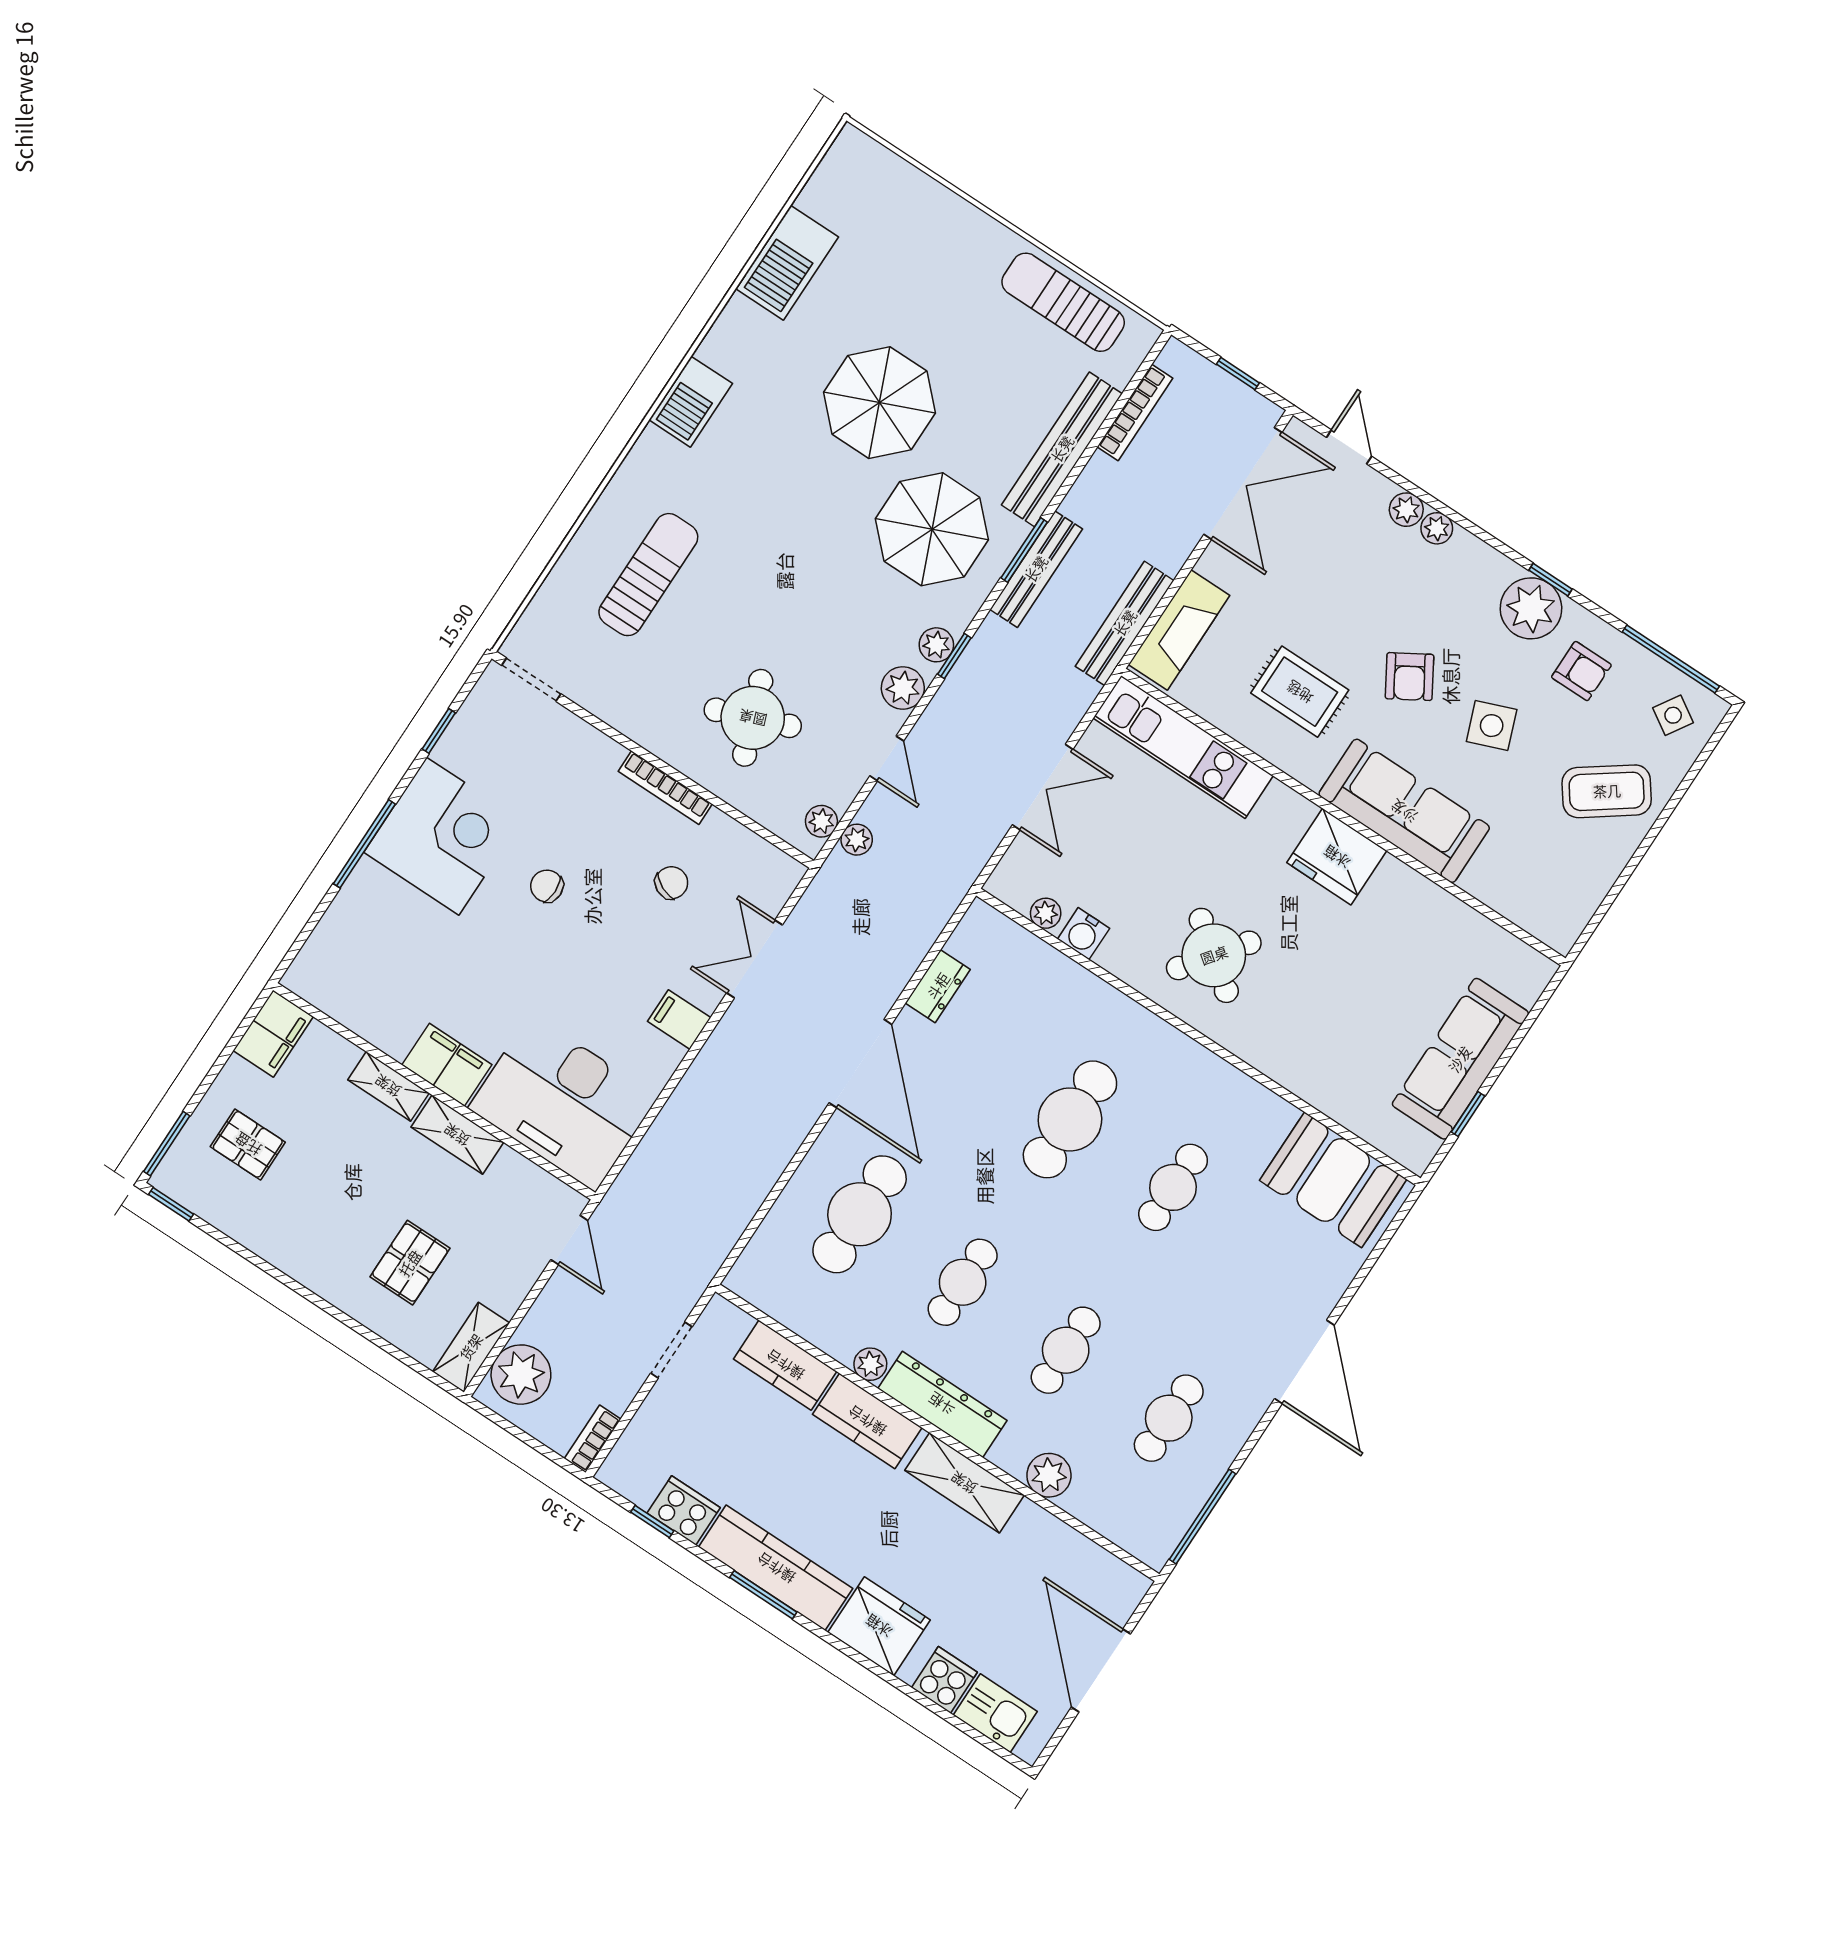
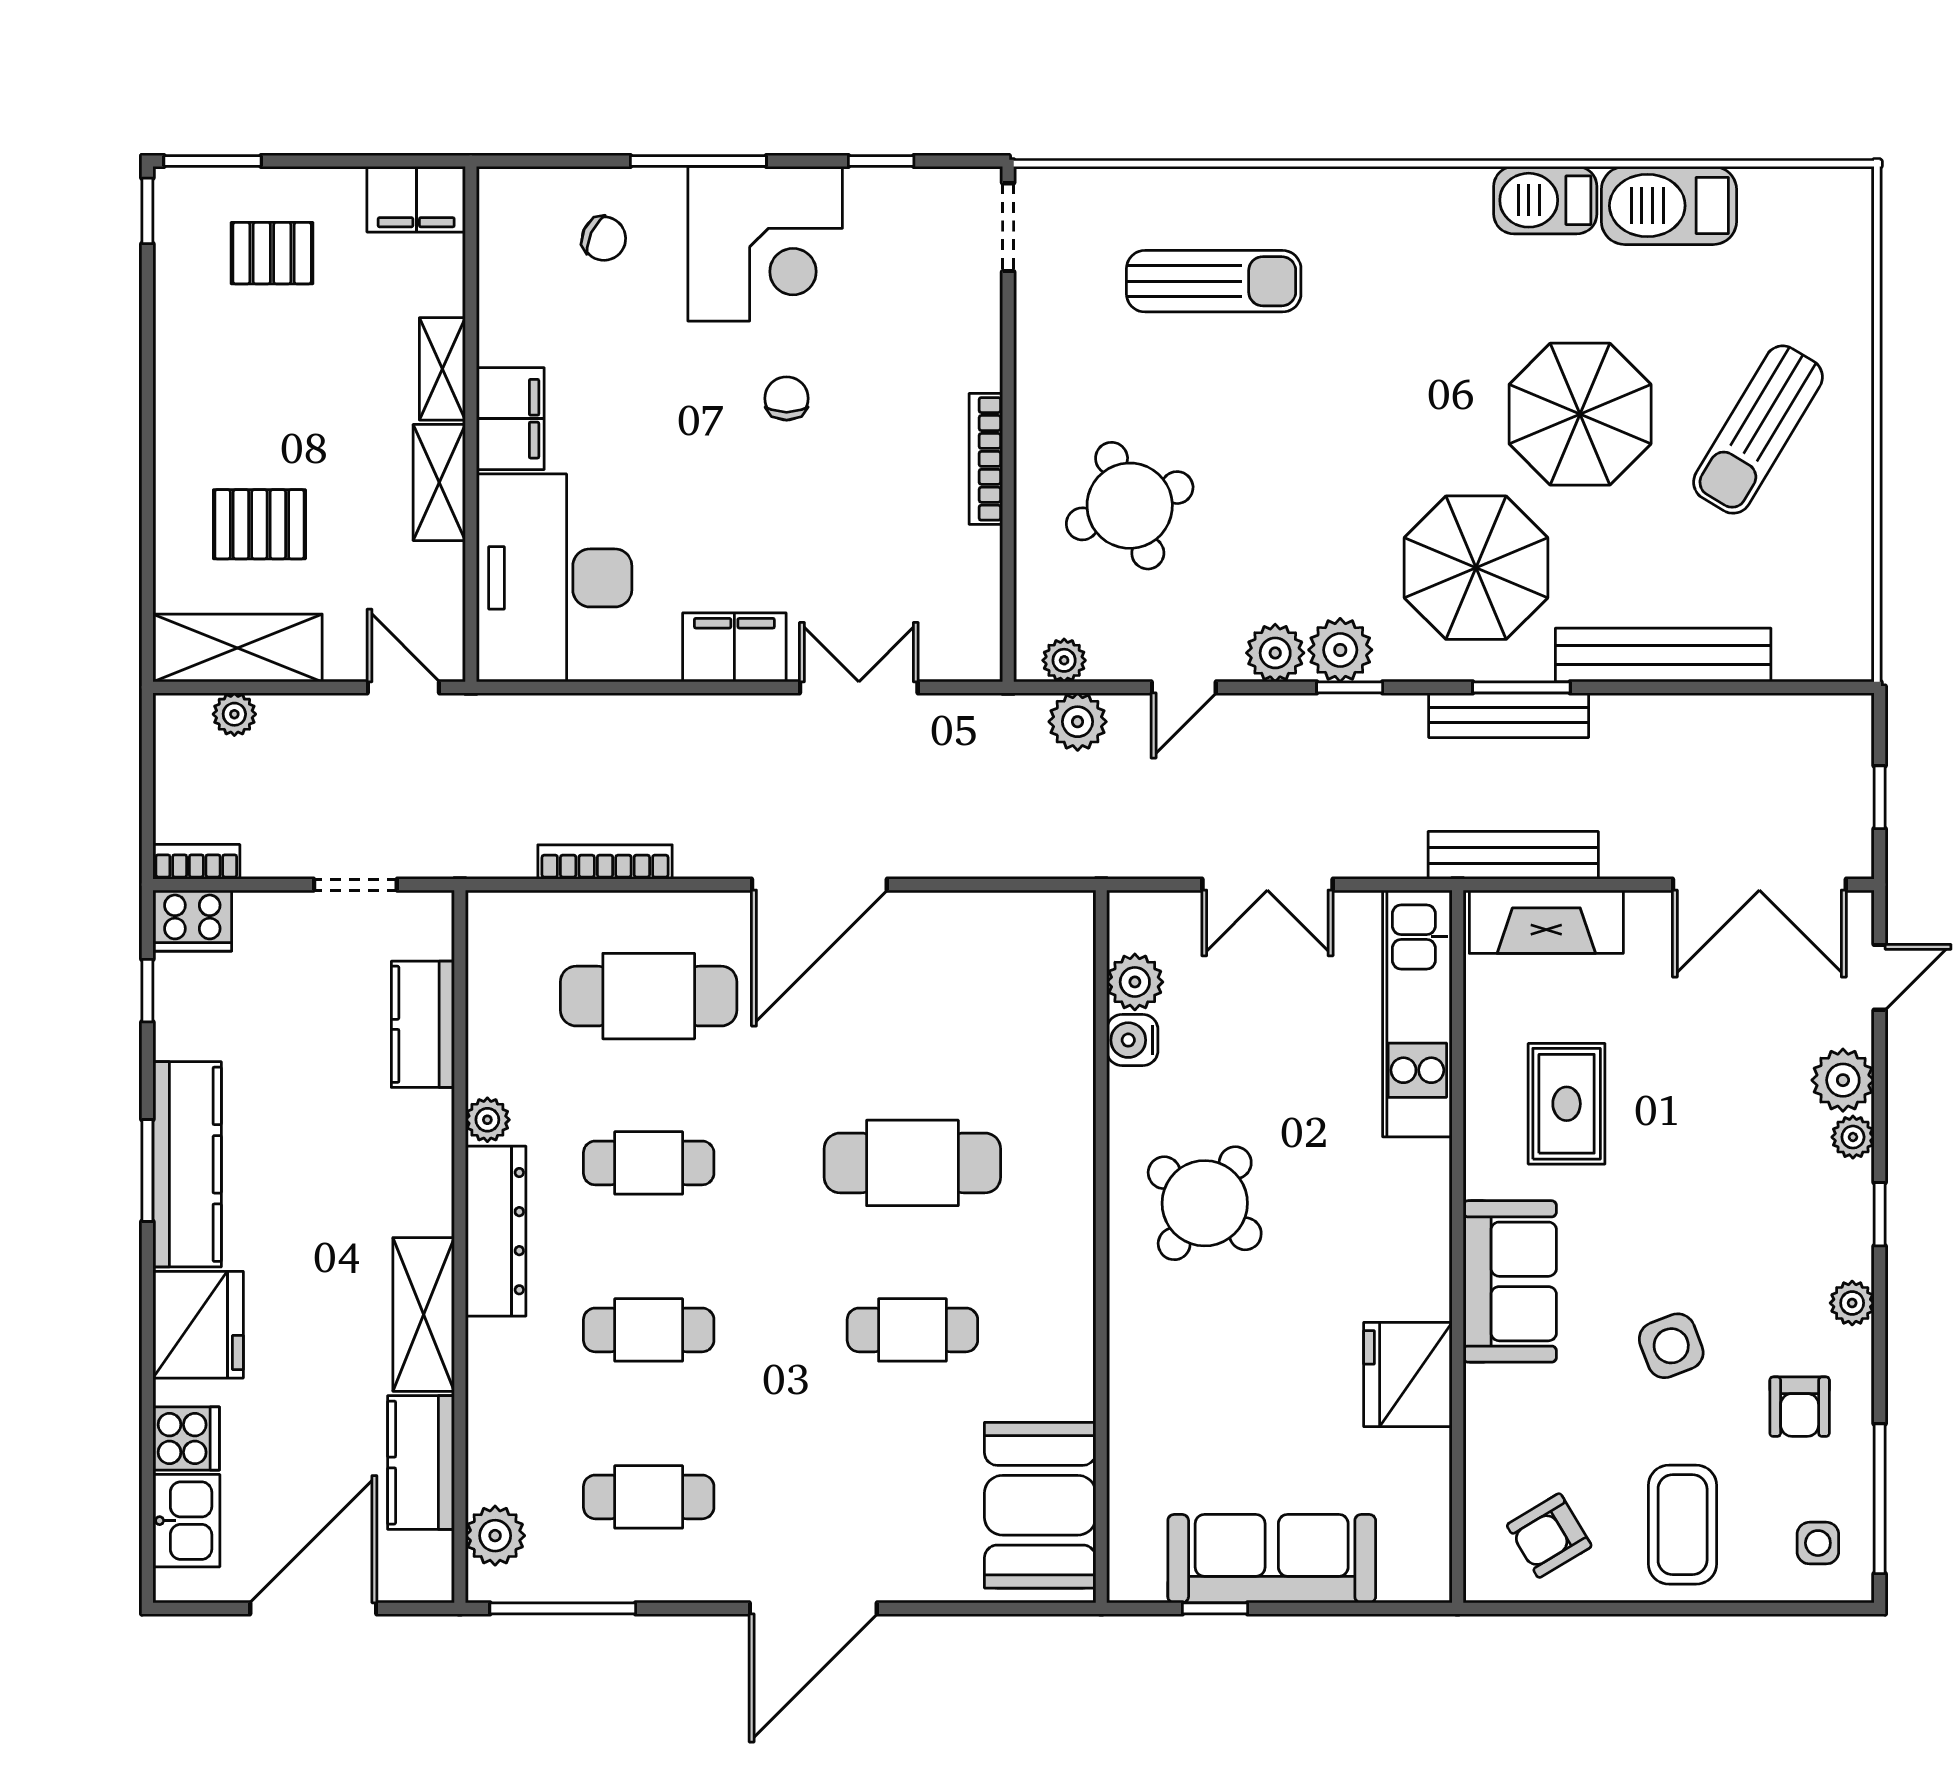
sun lounger: (1063, 302) -> (1758, 430), moved, turned -149
barbecue: (691, 402) -> (1545, 200), moved
bookcase: (1135, 413) -> (605, 862), moved, turned 180
plant: (1406, 510) -> (1843, 1080), width x1.38, depth x1.38
window: (1550, 580) -> (1880, 1214), moved
plant: (1531, 608) -> (1852, 1303), width x0.53, depth x0.53
plant: (936, 645) -> (1340, 650), width x1.38, depth x1.38
armchair: (1410, 677) -> (1549, 1536), moved
side table: (1673, 715) -> (1818, 1543), turned -32
coffee table: (1607, 791) -> (1683, 1525), turned 36
sofa: (1404, 811) -> (1510, 1281), width x0.73
plant: (857, 840) -> (1078, 722), width x1.38, depth x1.38
fridge: (1337, 857) -> (1408, 1374), moved
chair: (671, 883) -> (604, 239), moved
plant: (1046, 913) -> (1135, 982), width x1.38, depth x1.38
dresser: (938, 986) -> (964, 915), removed
filing cabinet: (679, 1019) -> (734, 647), width x2.00
pallet: (248, 1144) -> (272, 253), turned 90
door: (569, 1240) -> (403, 687), swing flipped
shelving: (471, 1347) -> (238, 648), width x1.50, depth x1.33
plant: (521, 1375) -> (234, 714), width x0.53, depth x0.53
kitchen counter: (867, 1421) -> (421, 1463), moved
plant: (1049, 1475) -> (495, 1536), moved
cooker: (684, 1510) -> (192, 921), moved, turned 90

